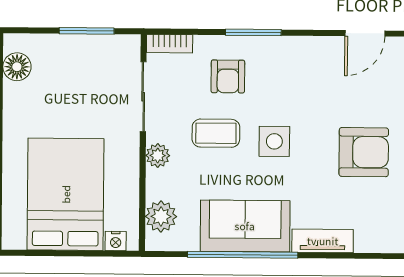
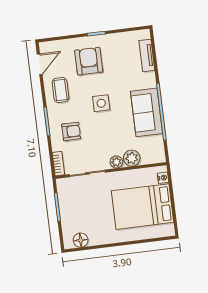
door: (365, 33) -> (40, 64), hinge flipped
coffee table: (216, 133) -> (61, 90), moved
armchair: (364, 152) -> (89, 61), moved
plant: (161, 216) -> (132, 158), moved
tv unit: (323, 241) -> (147, 55), moved

